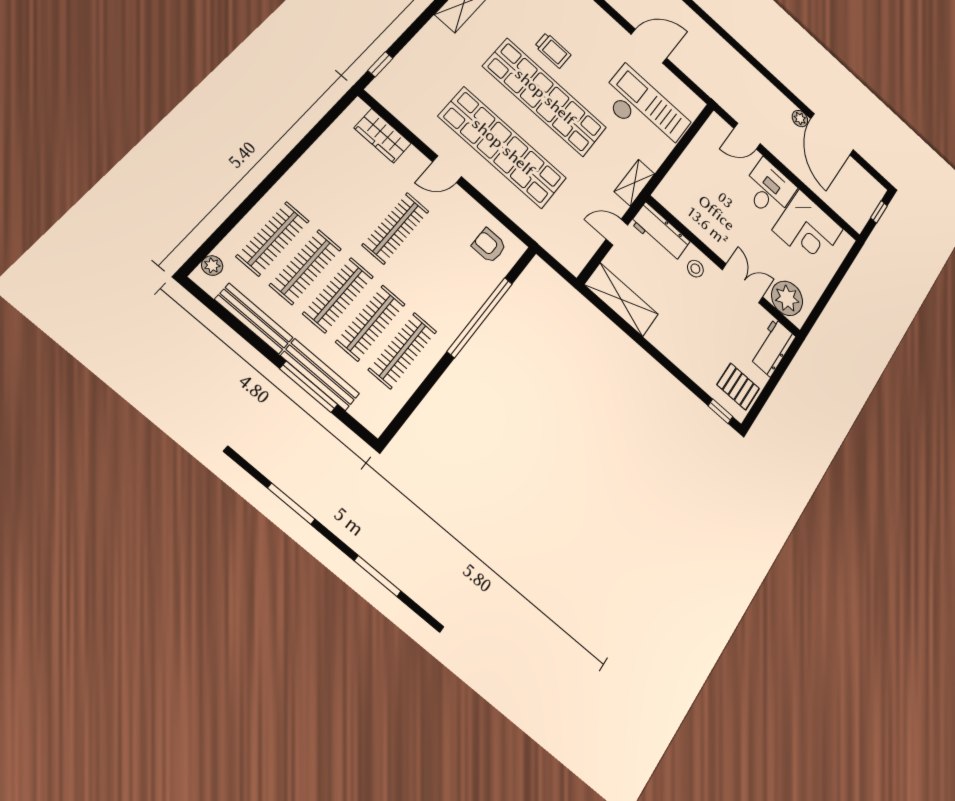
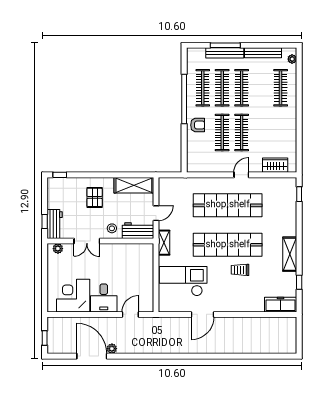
checkout: (644, 110) -> (183, 281), turned 180
armchair: (489, 246) -> (198, 125), moved
clothes rail: (306, 267) -> (222, 133), moved
plant: (787, 298) -> (58, 249), width x0.53, depth x0.53
window: (480, 317) -> (184, 99), moved
window: (784, 364) -> (45, 221), added
pallet: (738, 387) -> (95, 197), moved, turned 90

